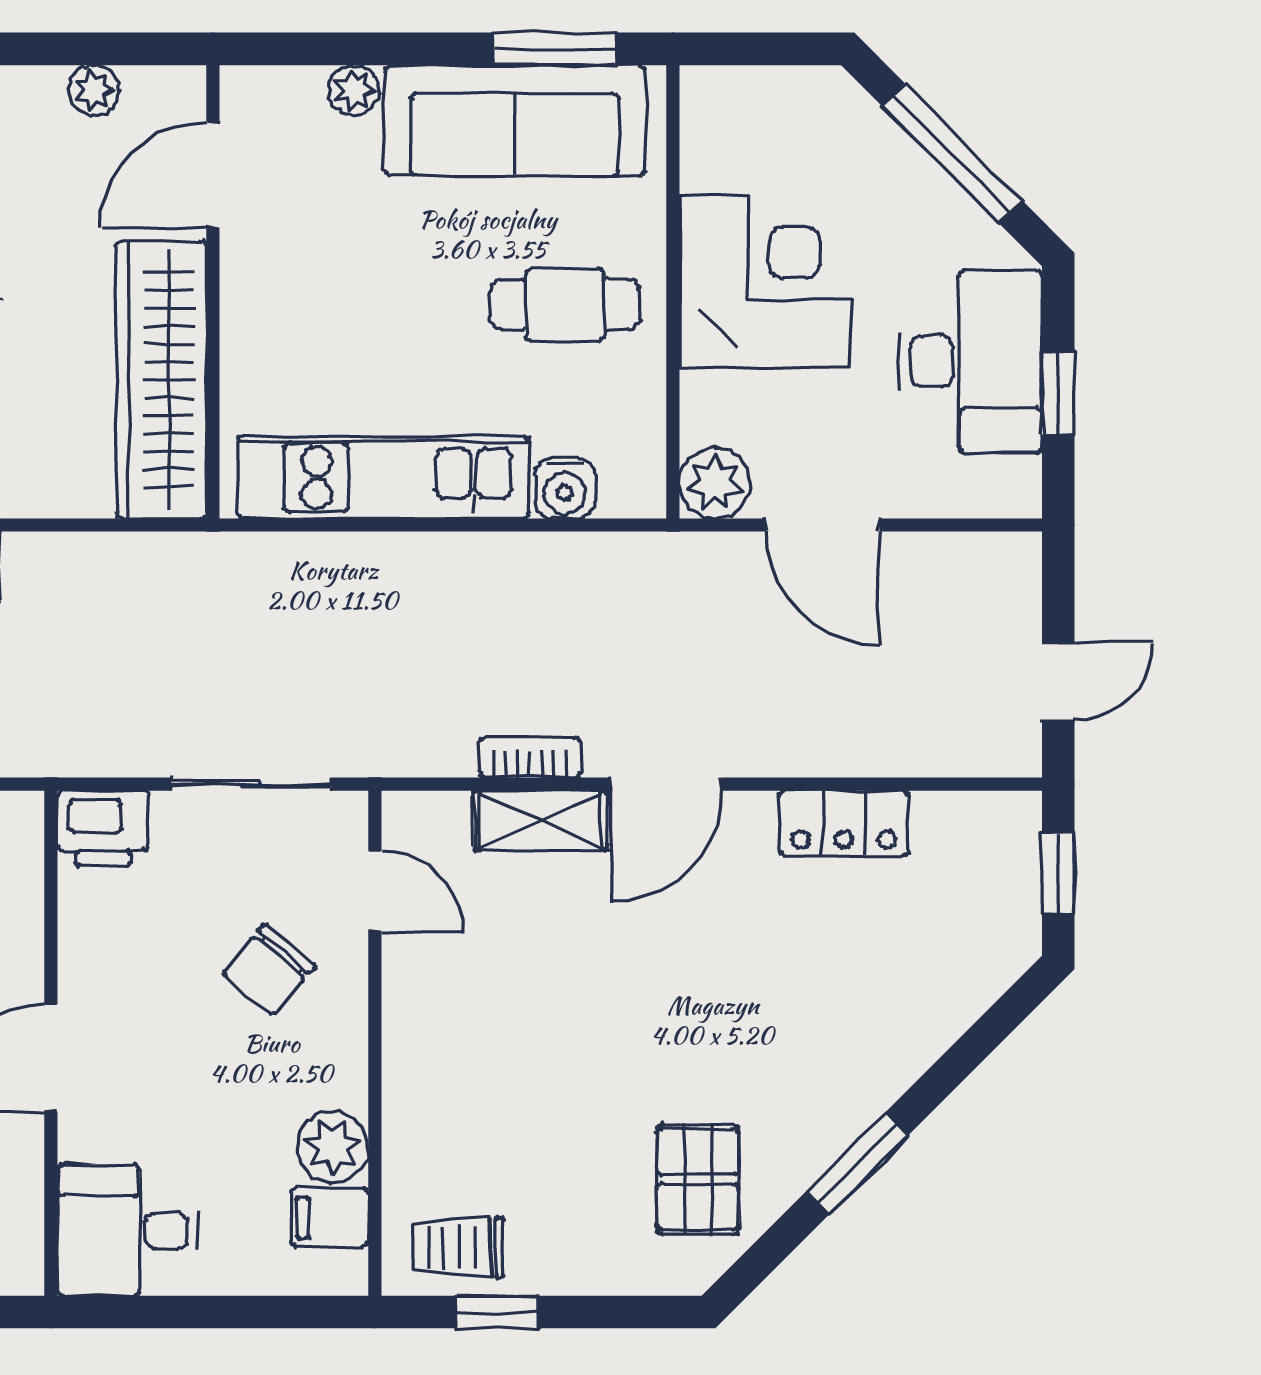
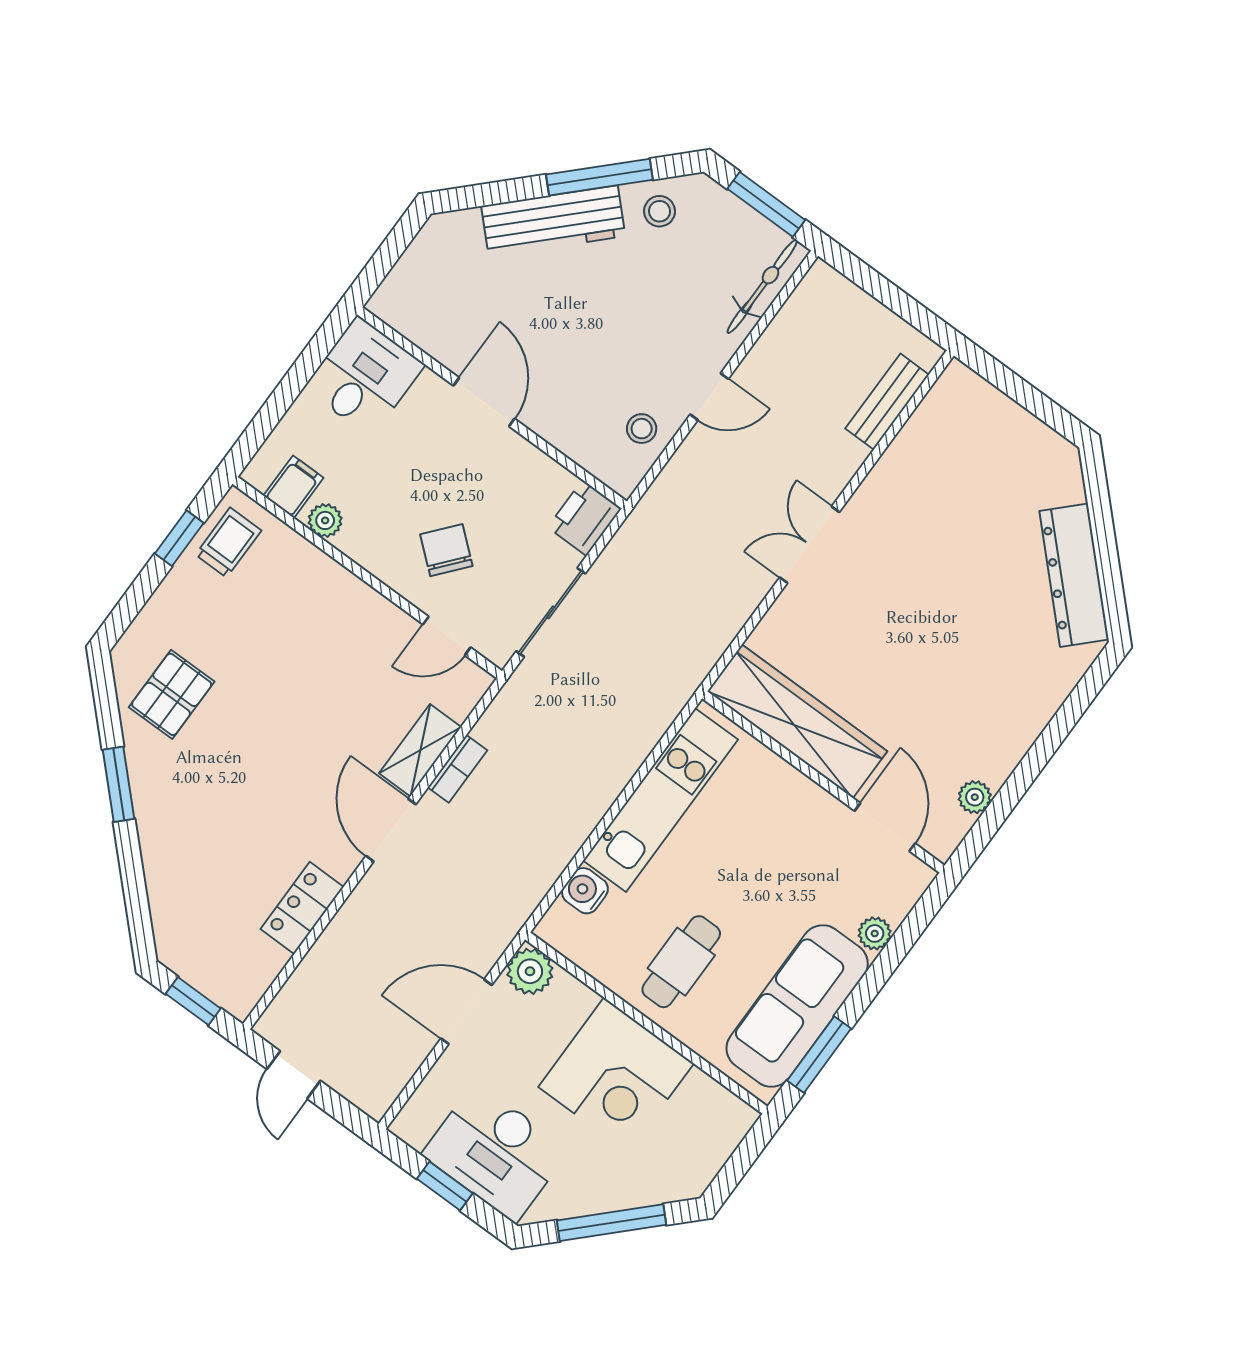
plant: (333, 1147) -> (325, 520), width x0.73, depth x0.73
pallet: (698, 1179) -> (172, 694), turned 90

